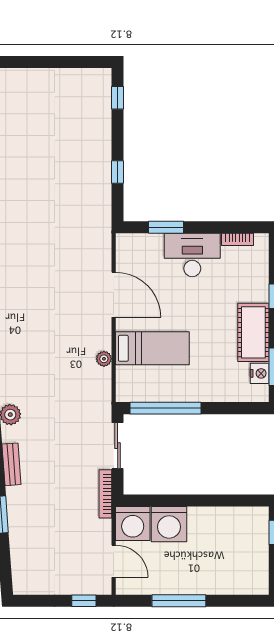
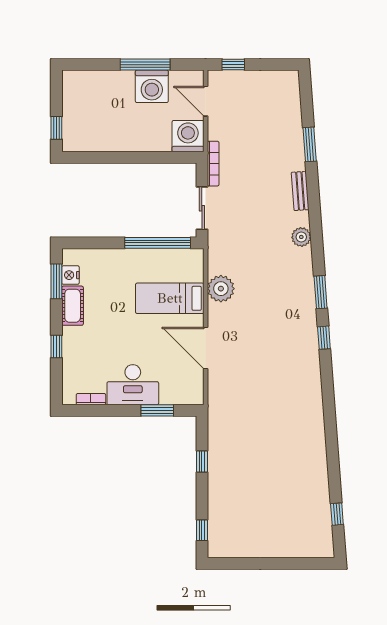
cot: (253, 332) -> (73, 306), width x0.73, depth x0.75
plant: (104, 359) -> (221, 289), width x1.87, depth x1.87
washing machine: (169, 524) -> (152, 86), moved, turned 180

